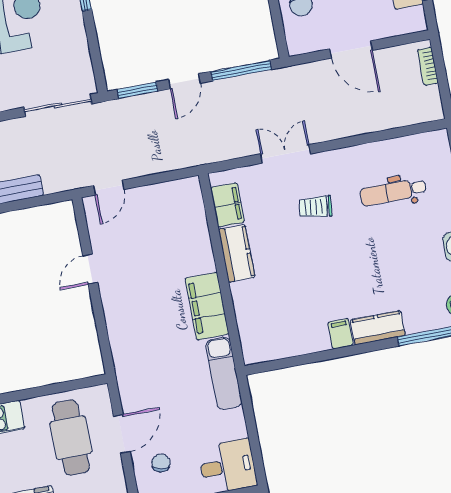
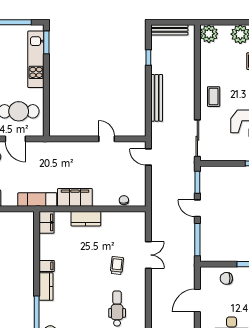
filing cabinet: (227, 205) -> (46, 222), moved, turned -90
chair: (195, 217) -> (124, 200), added
kitchen counter: (237, 253) -> (86, 219), moved

